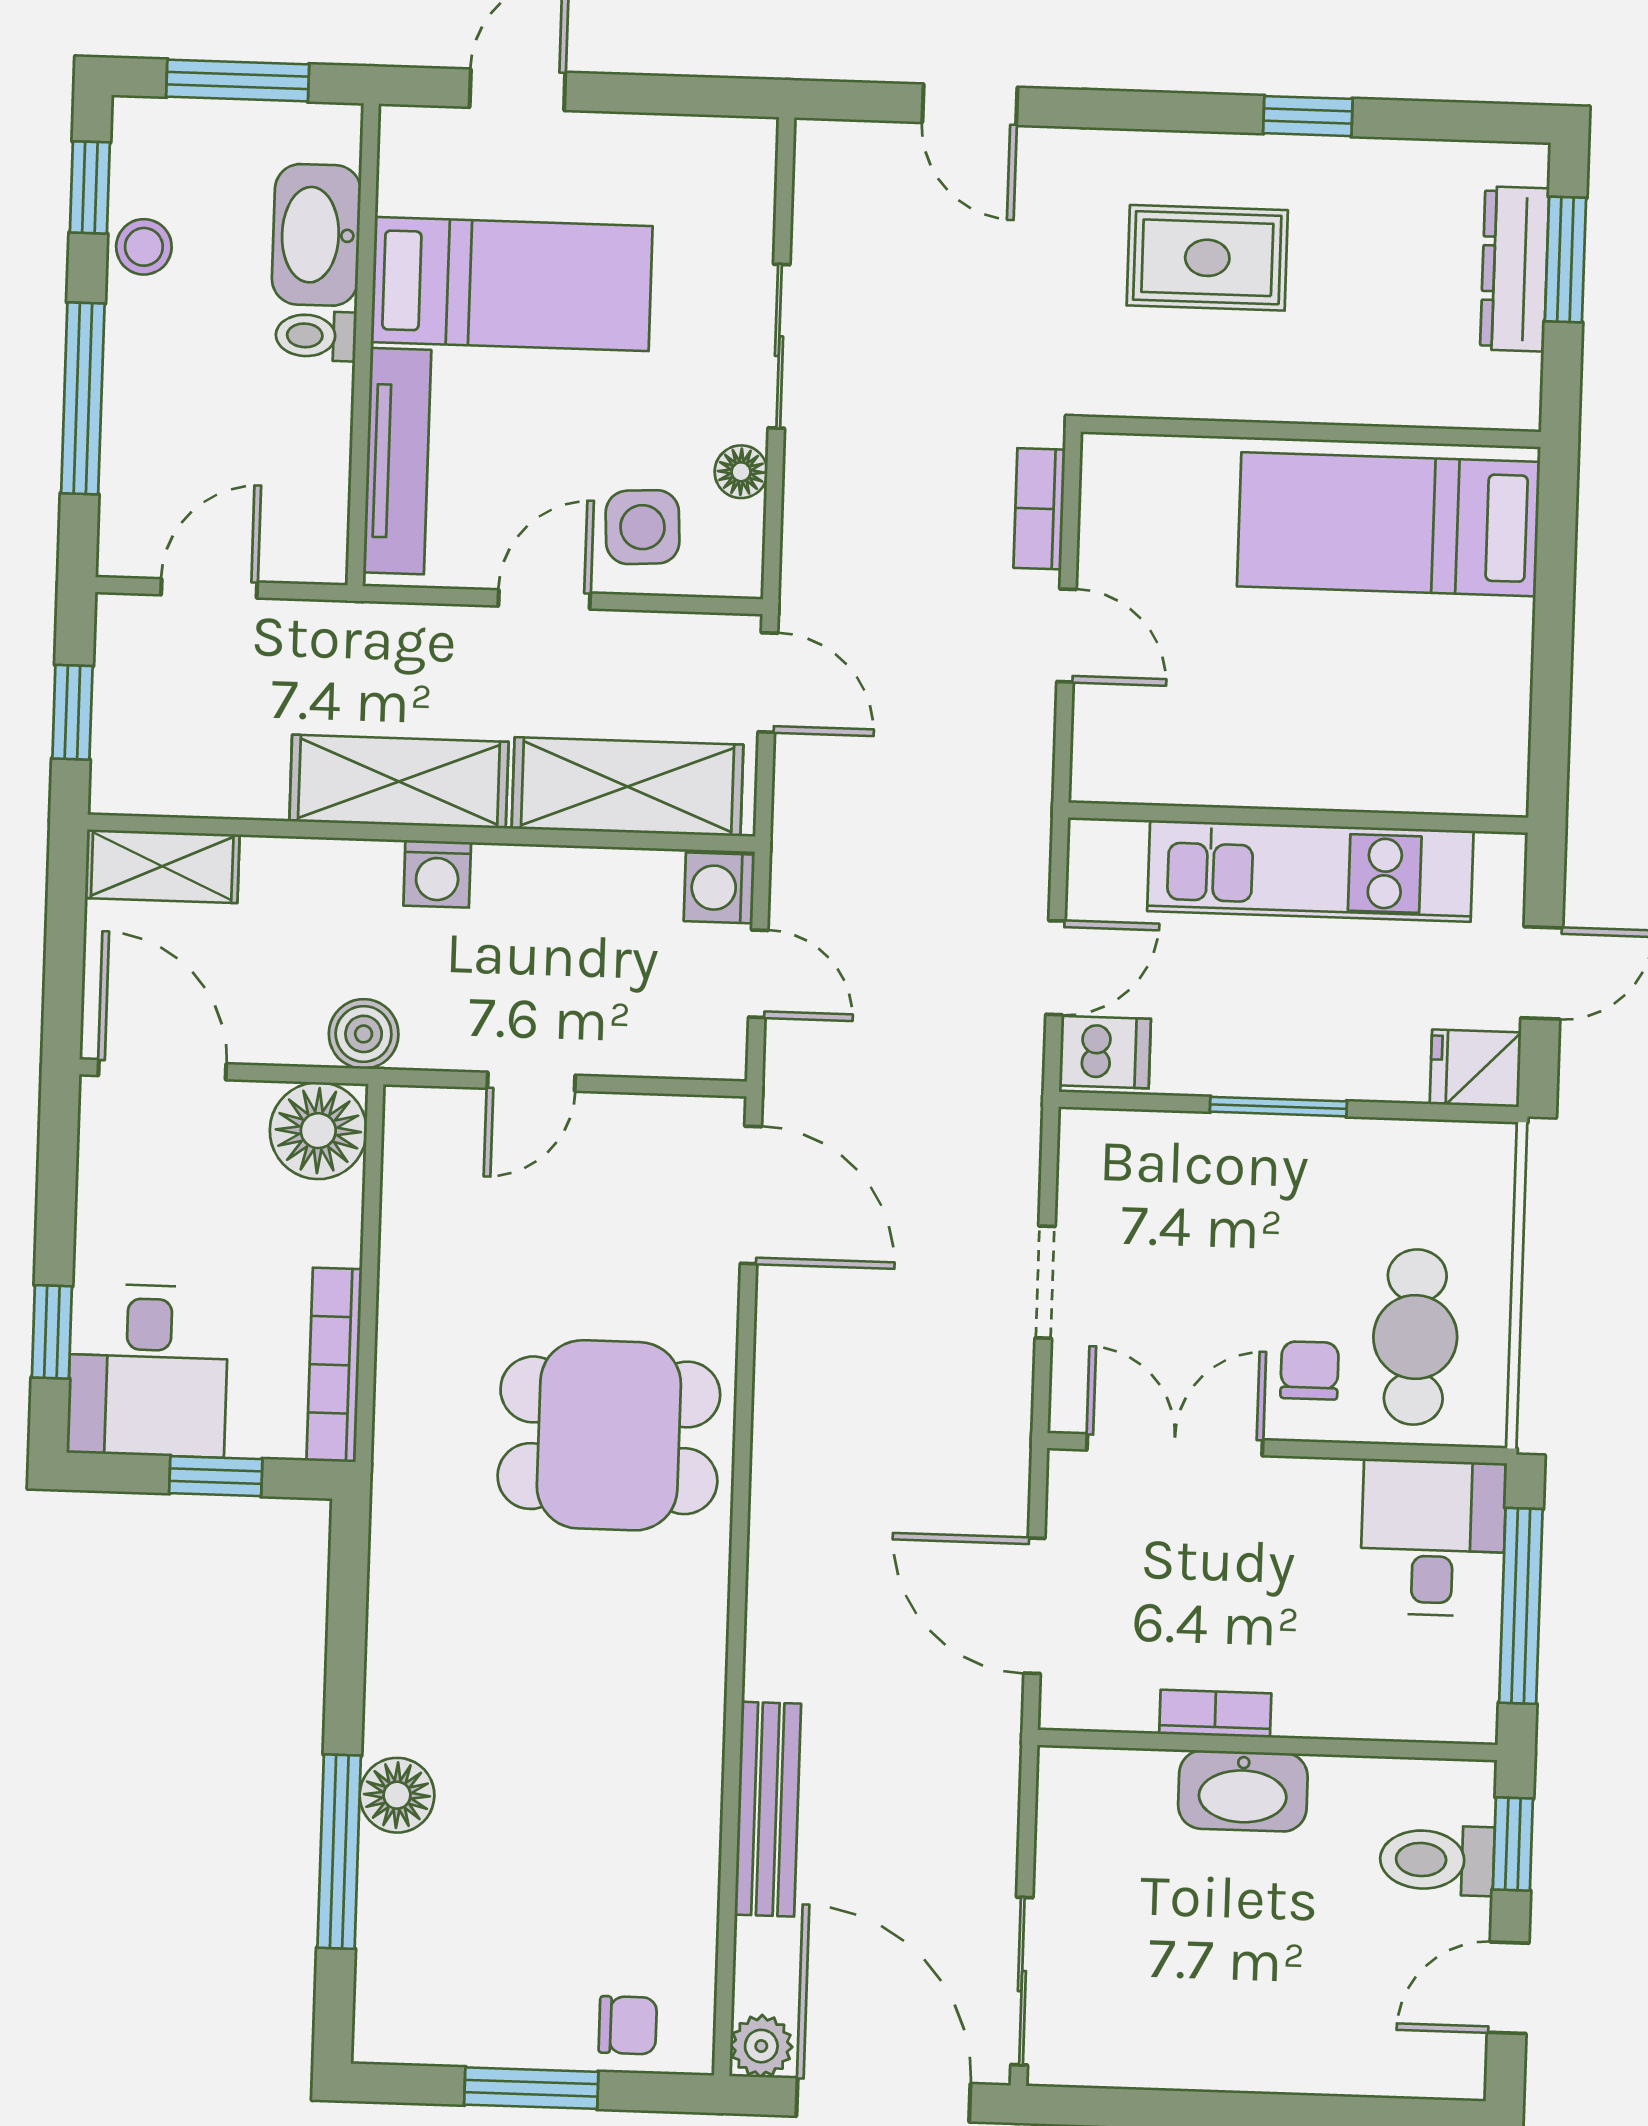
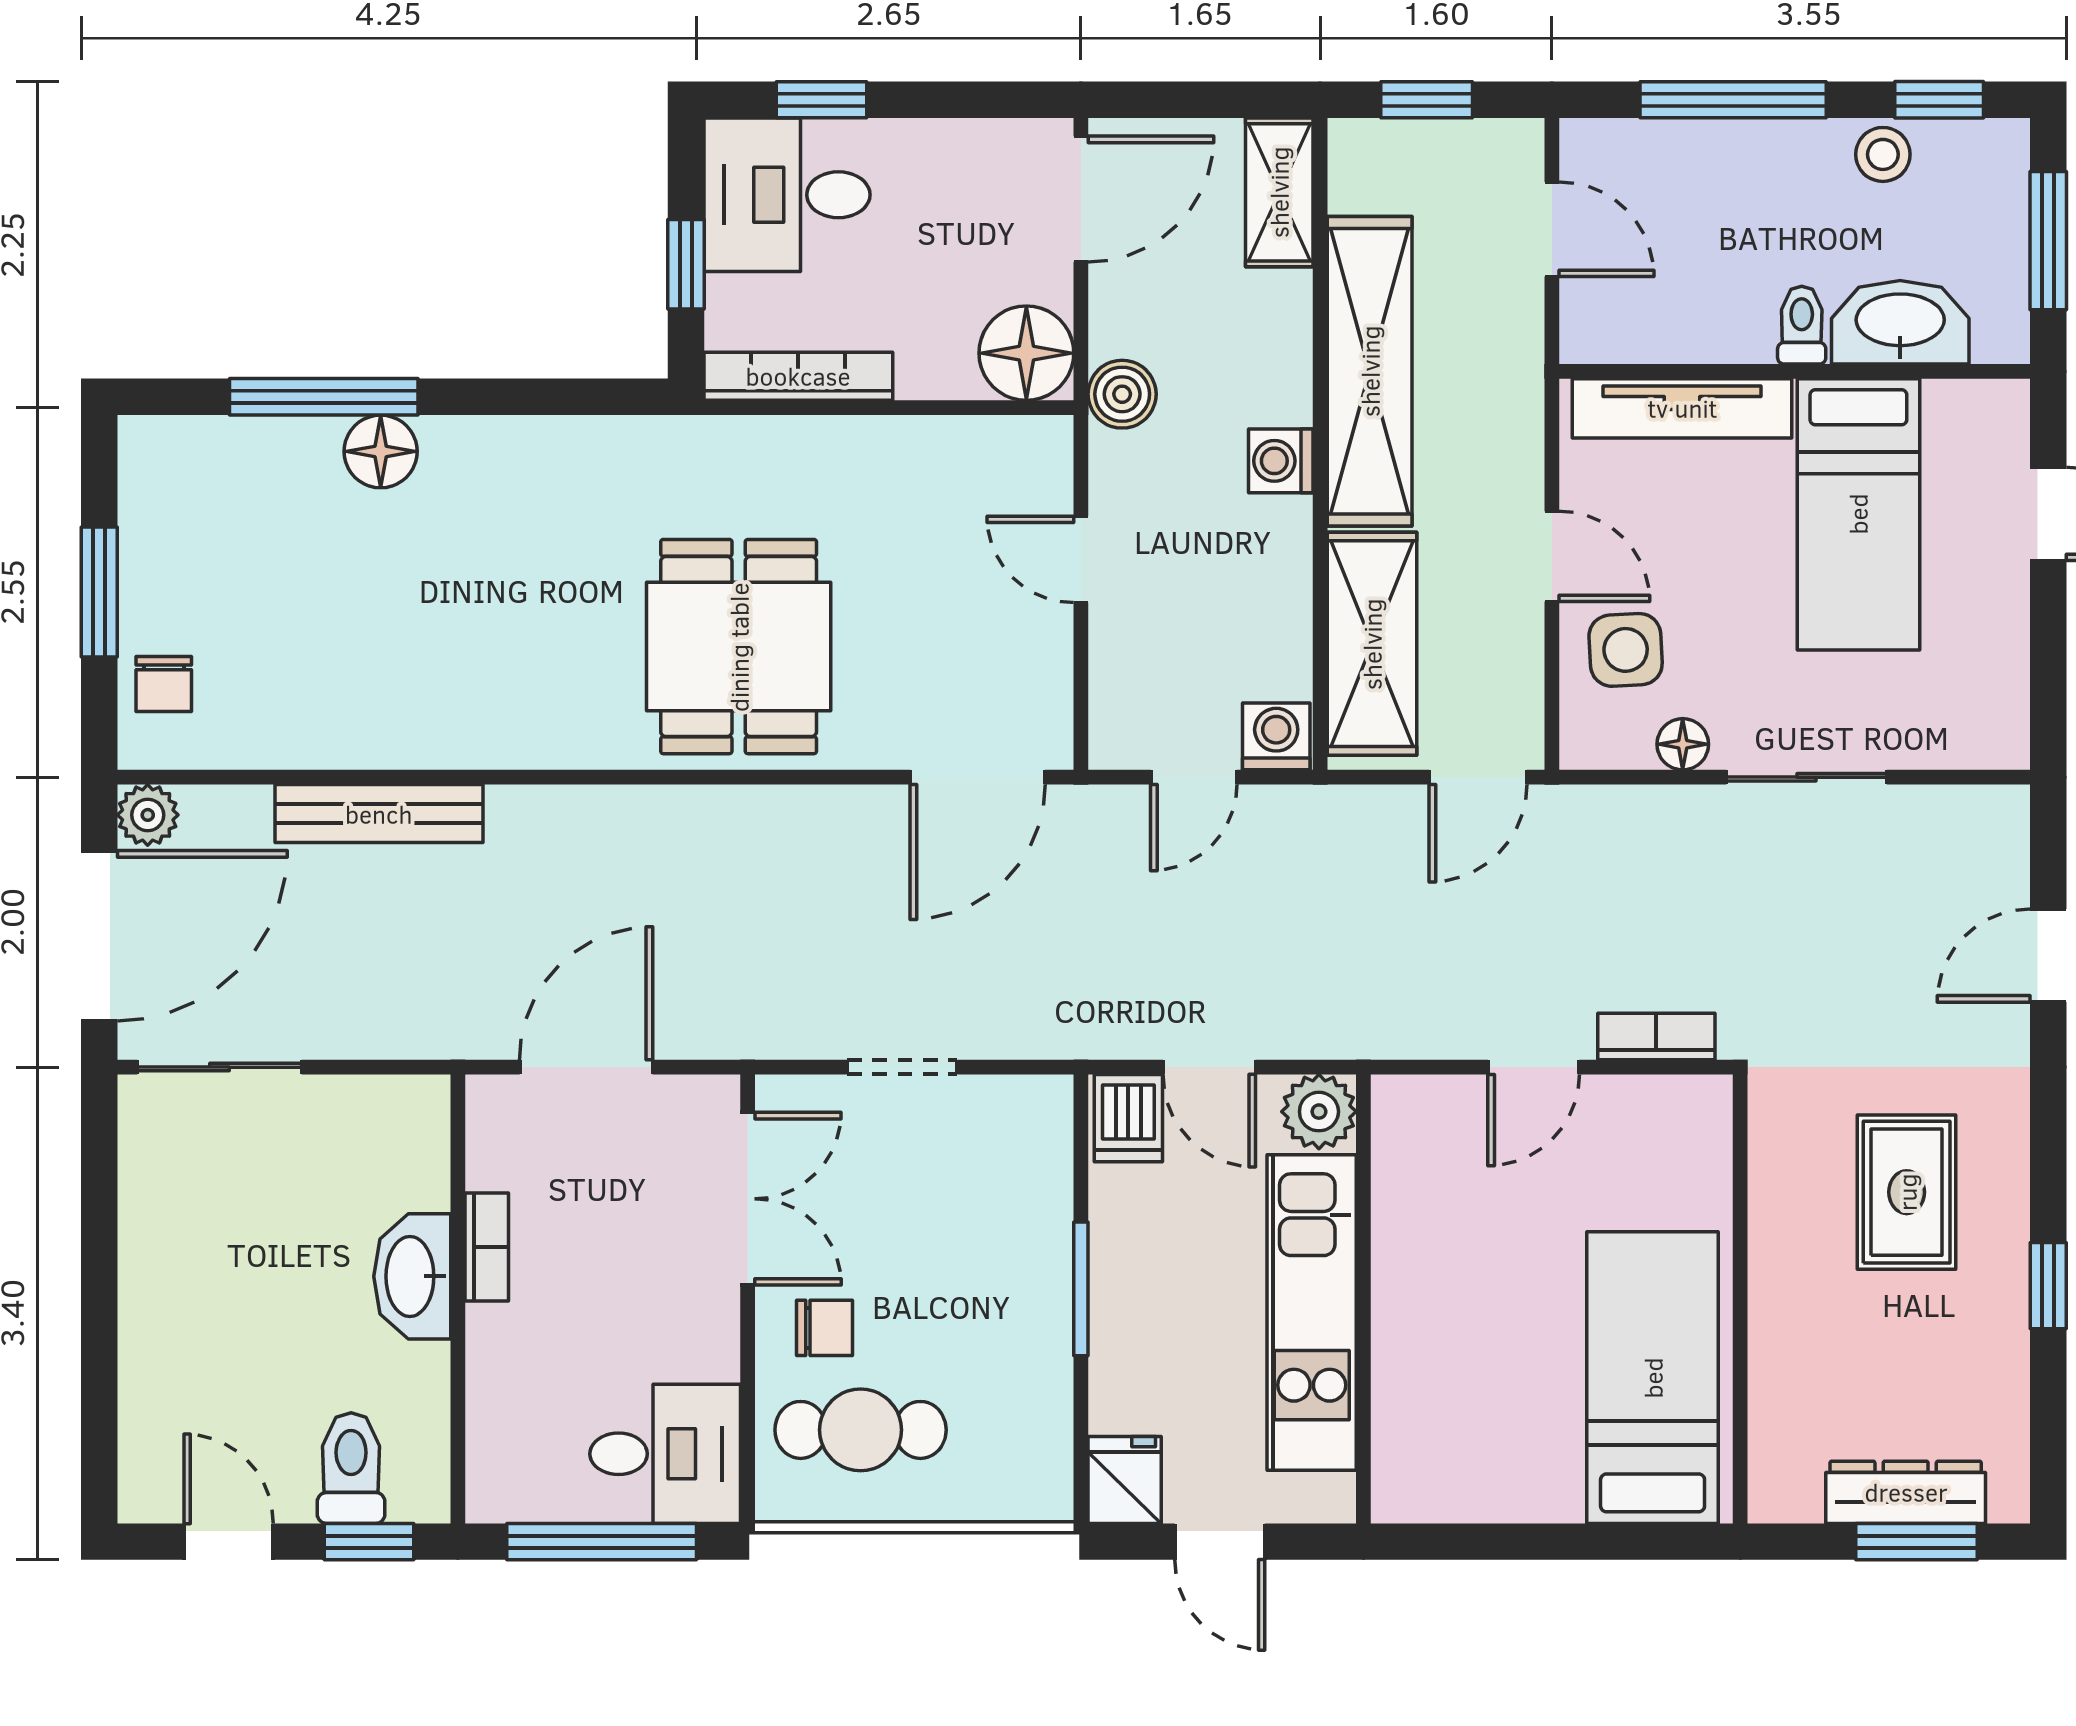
shelving: (399, 782) -> (1370, 371), width x1.47
plant: (1105, 857) -> (1319, 1112), added

